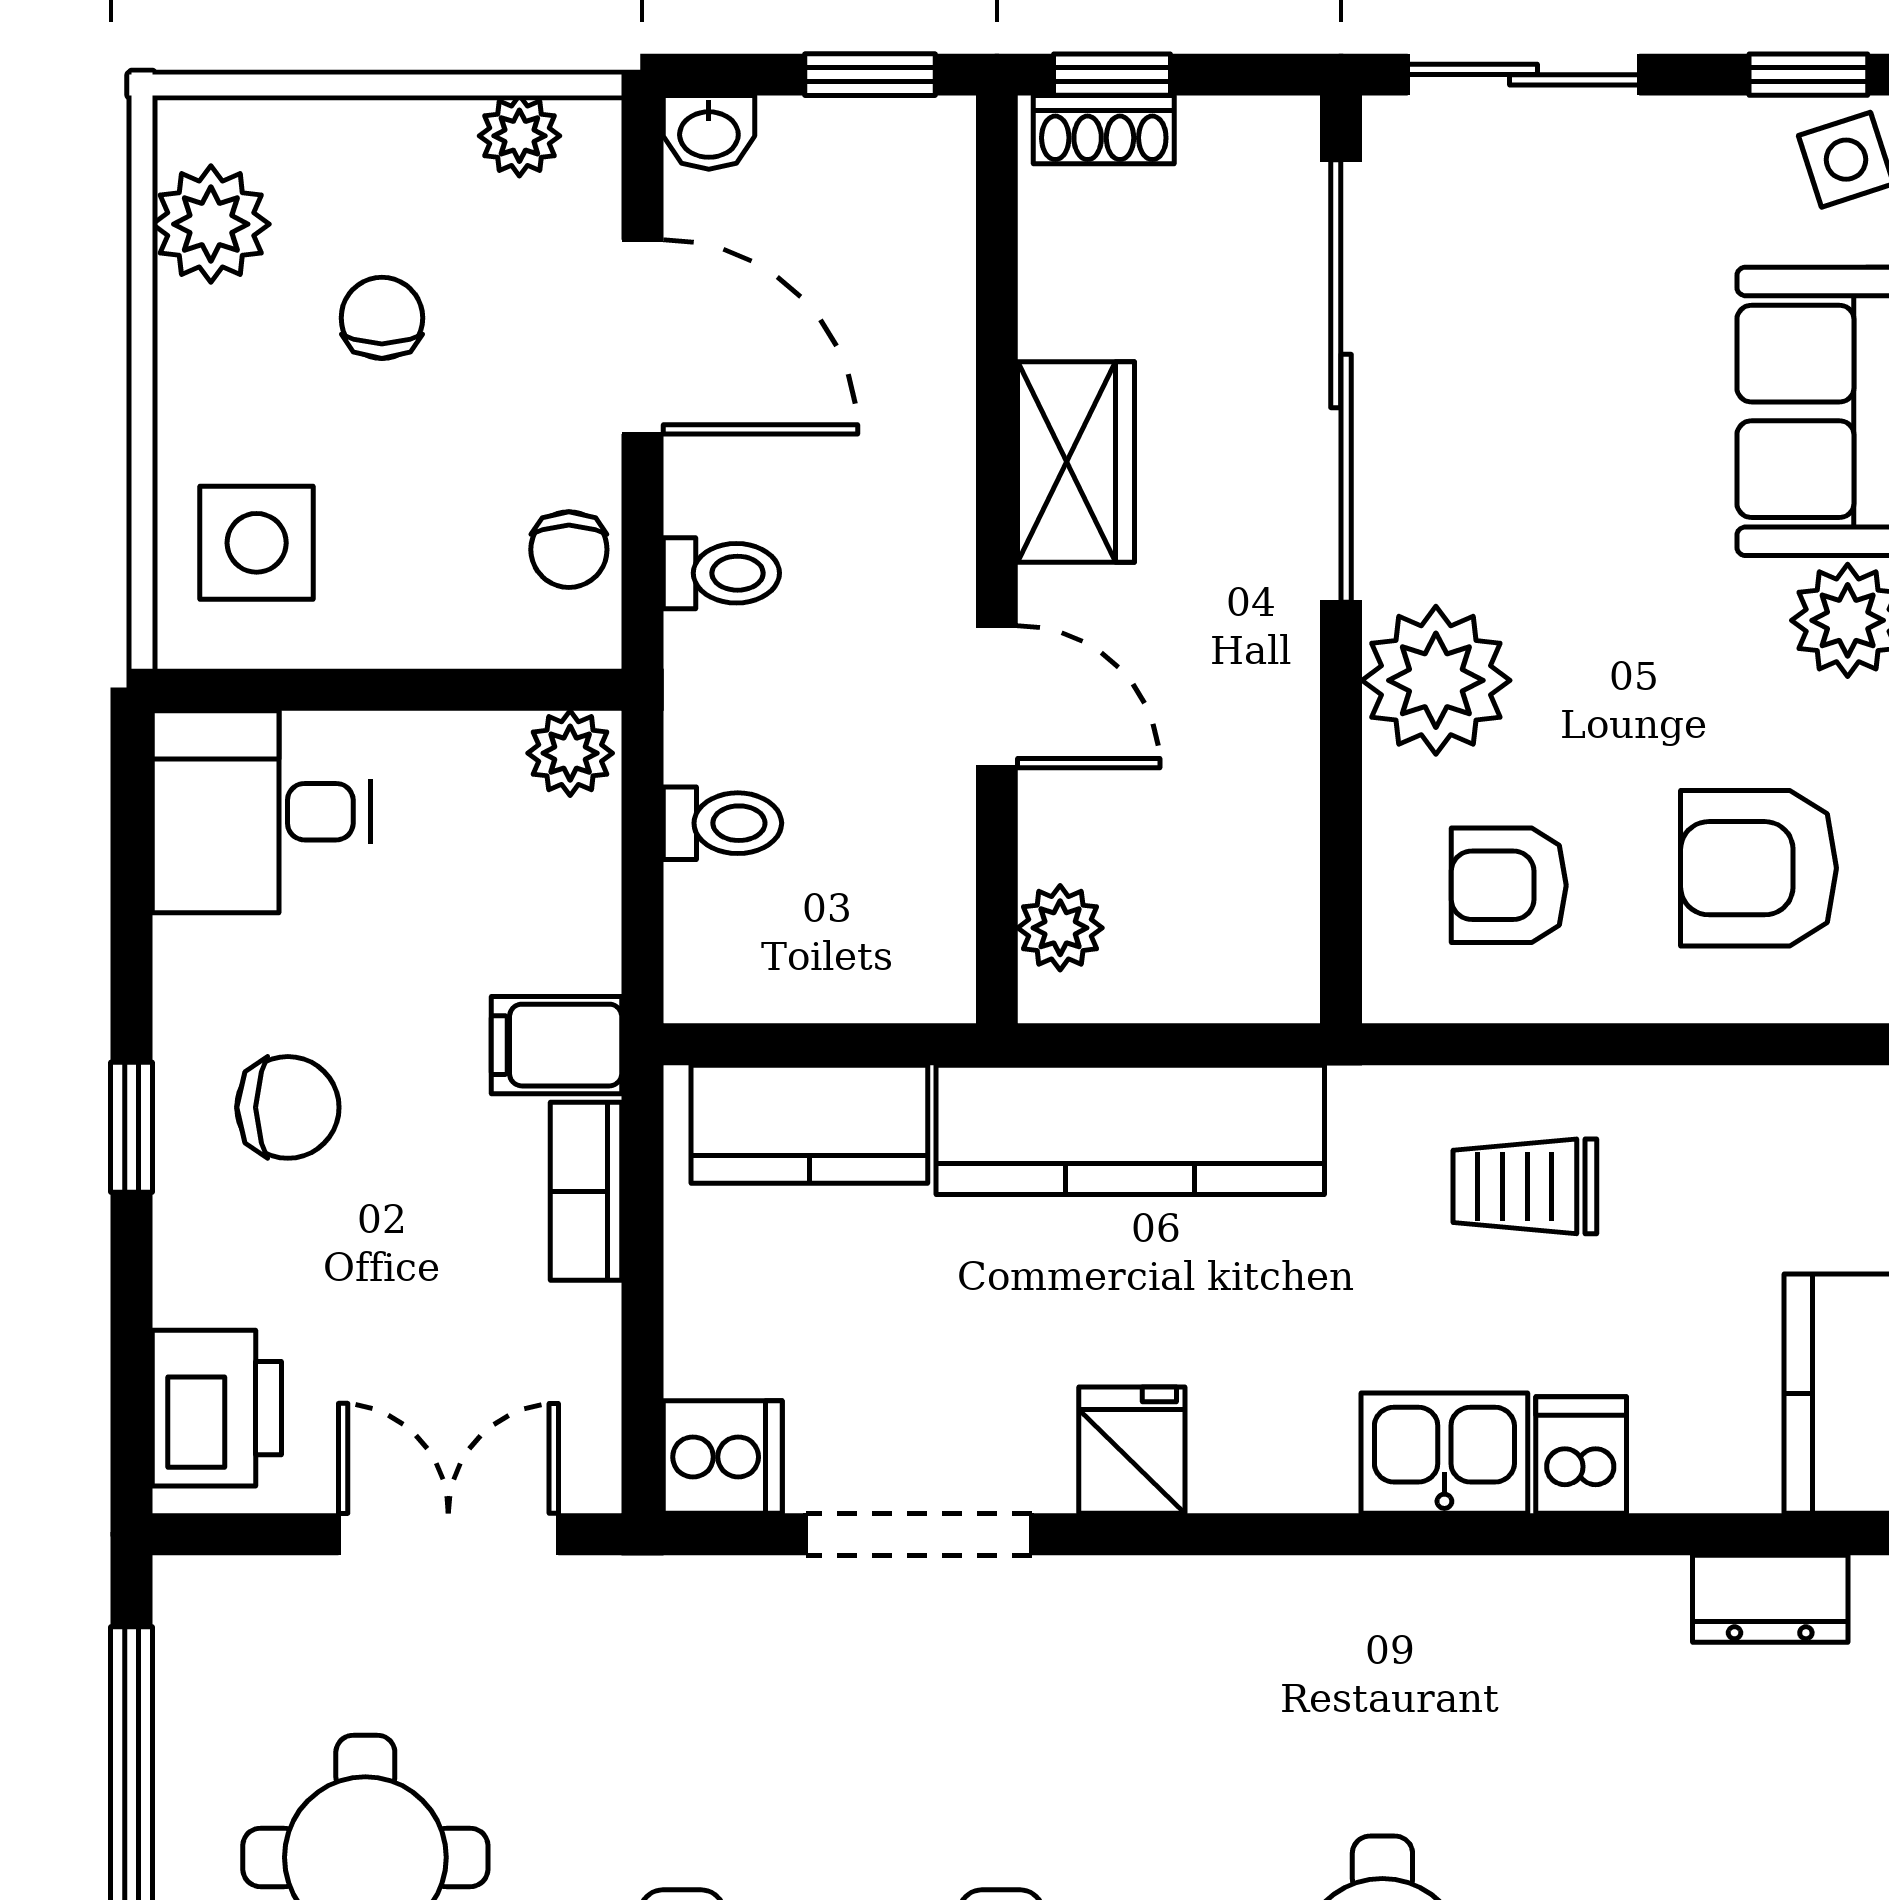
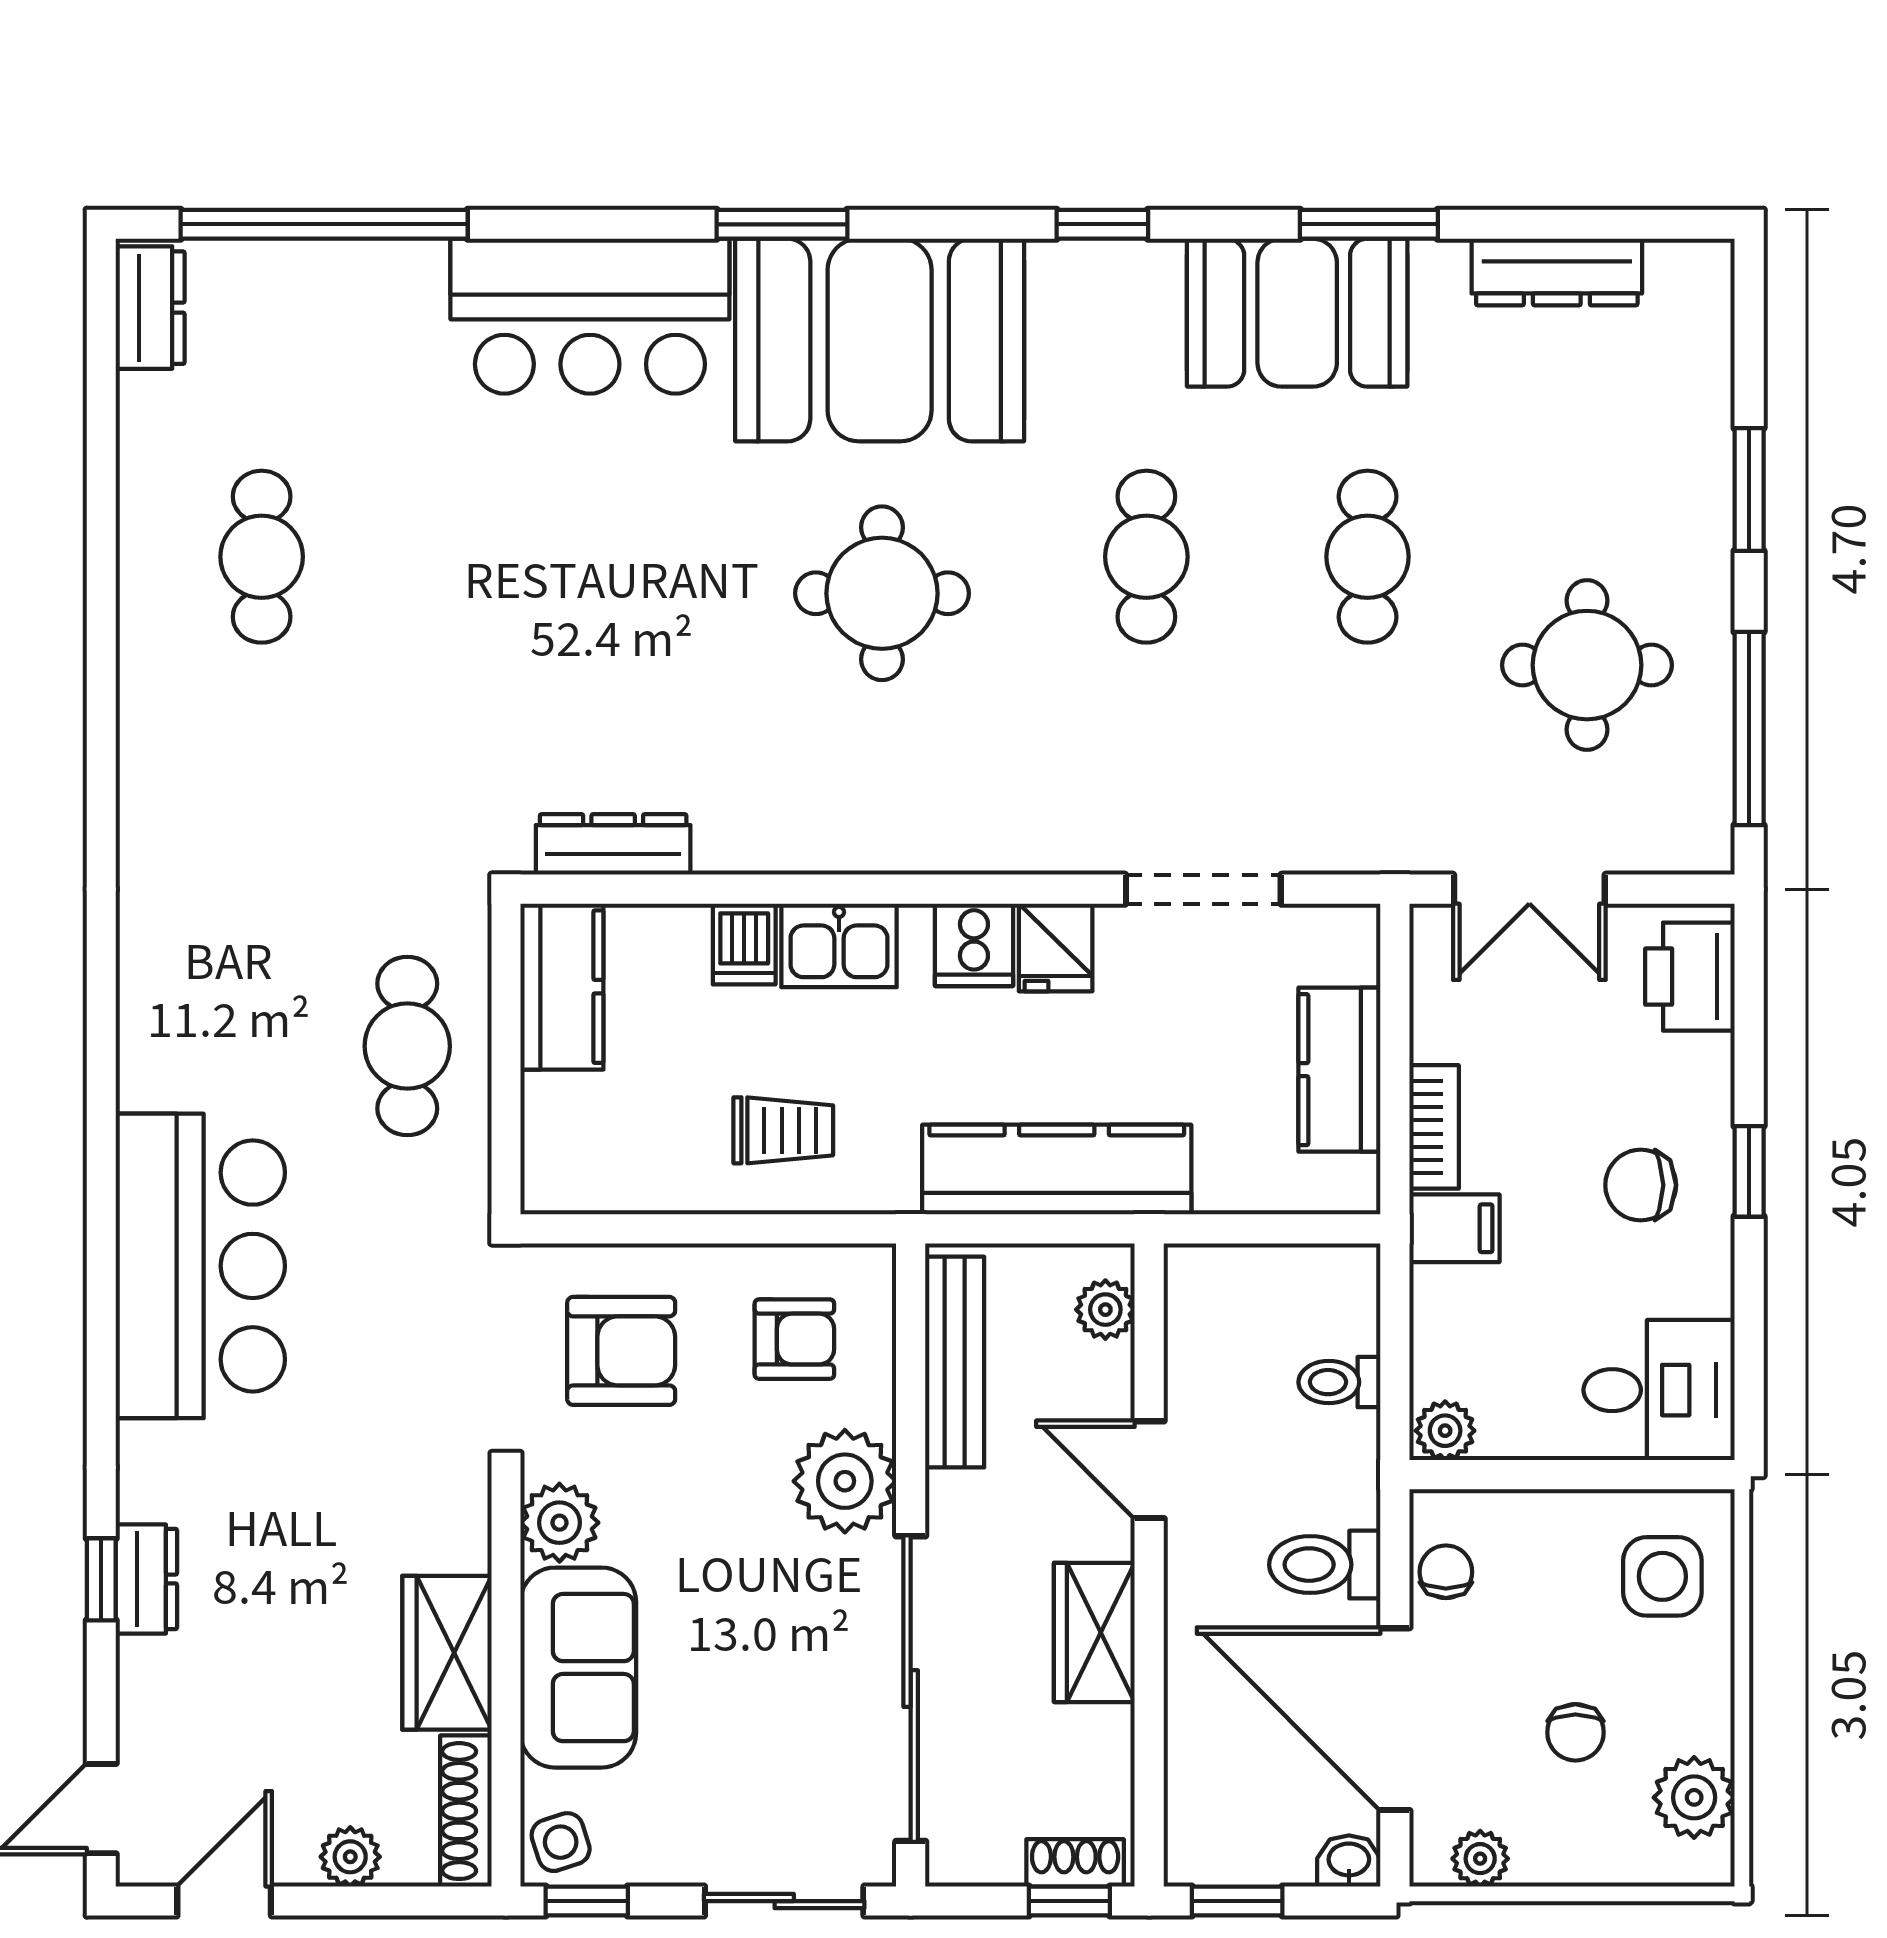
door: (642, 337) -> (1395, 1719), width x1.36
toilet: (721, 573) -> (1325, 1565), width x1.37, depth x1.39
bench: (1278, 852) -> (955, 1362), added
kitchen counter: (809, 1124) -> (1339, 1070), moved, turned -90
cooker: (723, 1457) -> (974, 945), moved, turned -90
dresser: (1770, 1599) -> (613, 844), width x1.44

